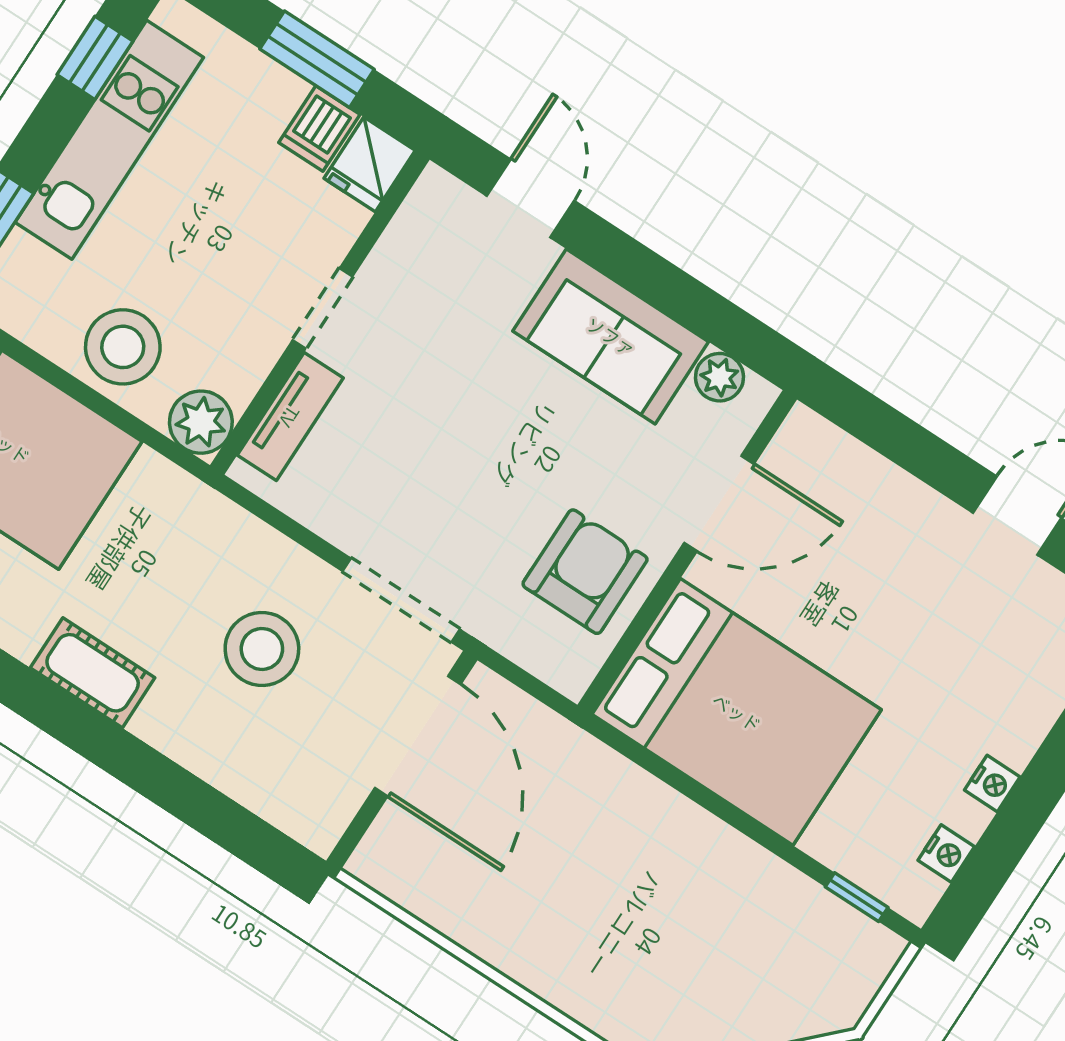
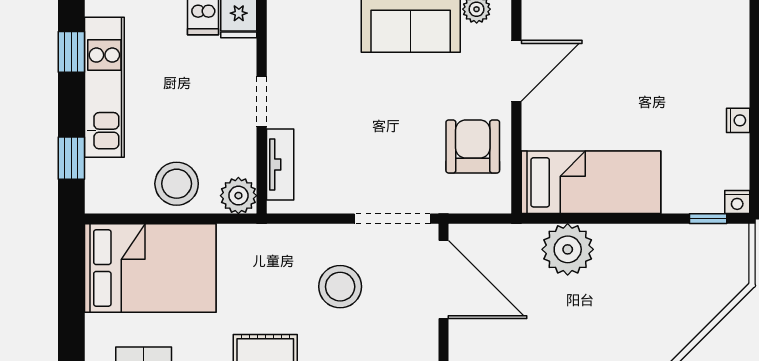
bed: (737, 712) -> (591, 182), width x0.67
plant: (625, 809) -> (568, 249), added
nightstand: (946, 853) -> (737, 202), moved, turned 90

